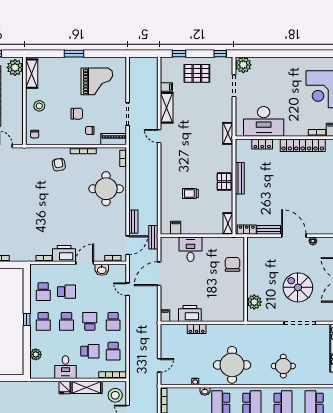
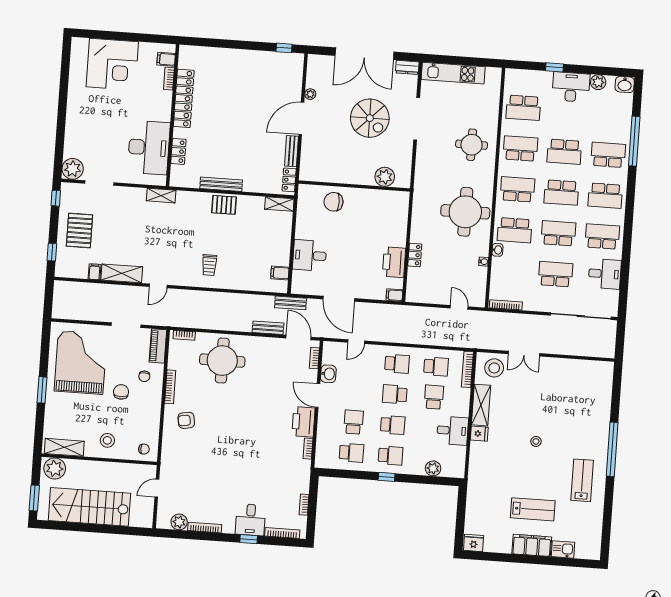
grand piano: (97, 81) -> (81, 362), width x1.37, depth x1.48
trolley: (190, 194) -> (209, 265), moved
spiral stairs: (298, 287) -> (370, 118), turned -90

